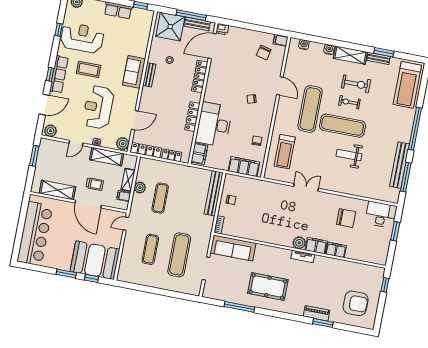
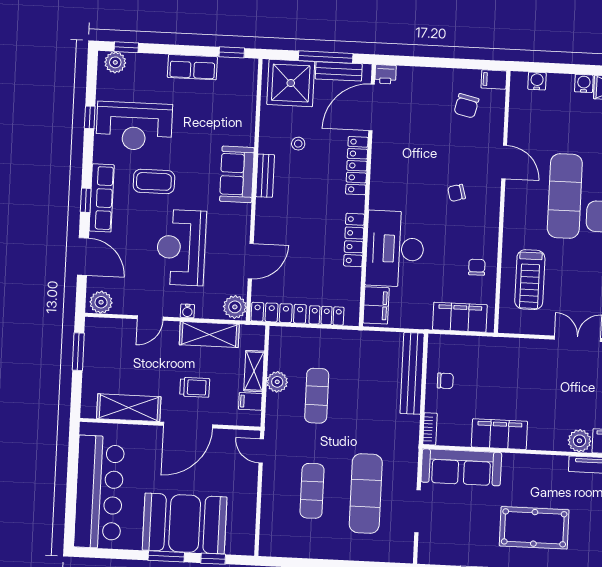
reception desk: (82, 38) -> (134, 126), turned 180
door: (44, 105) -> (83, 256), hinge flipped
door: (88, 204) -> (188, 425), hinge flipped
door: (126, 224) -> (261, 451), hinge flipped
filing cabinet: (256, 233) -> (499, 434), added
booth: (95, 260) -> (185, 524), moved

